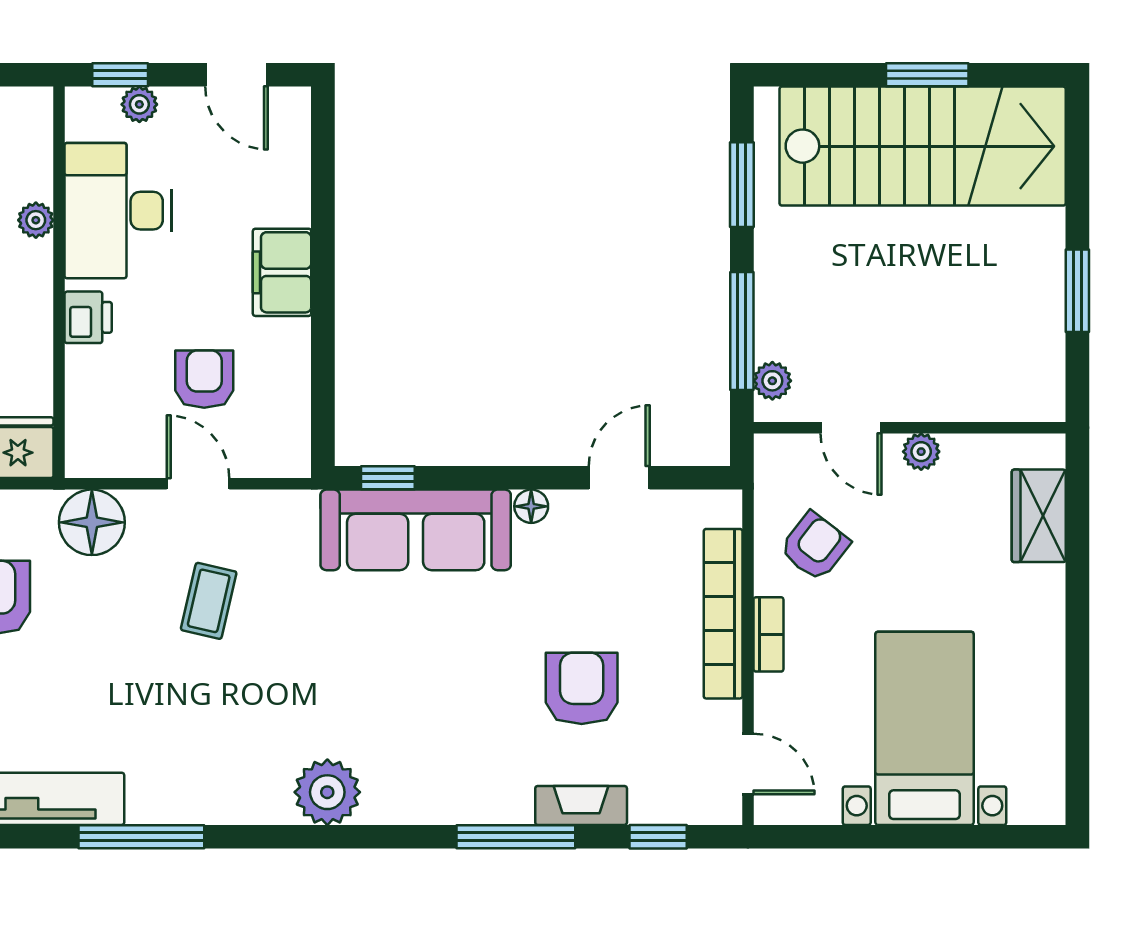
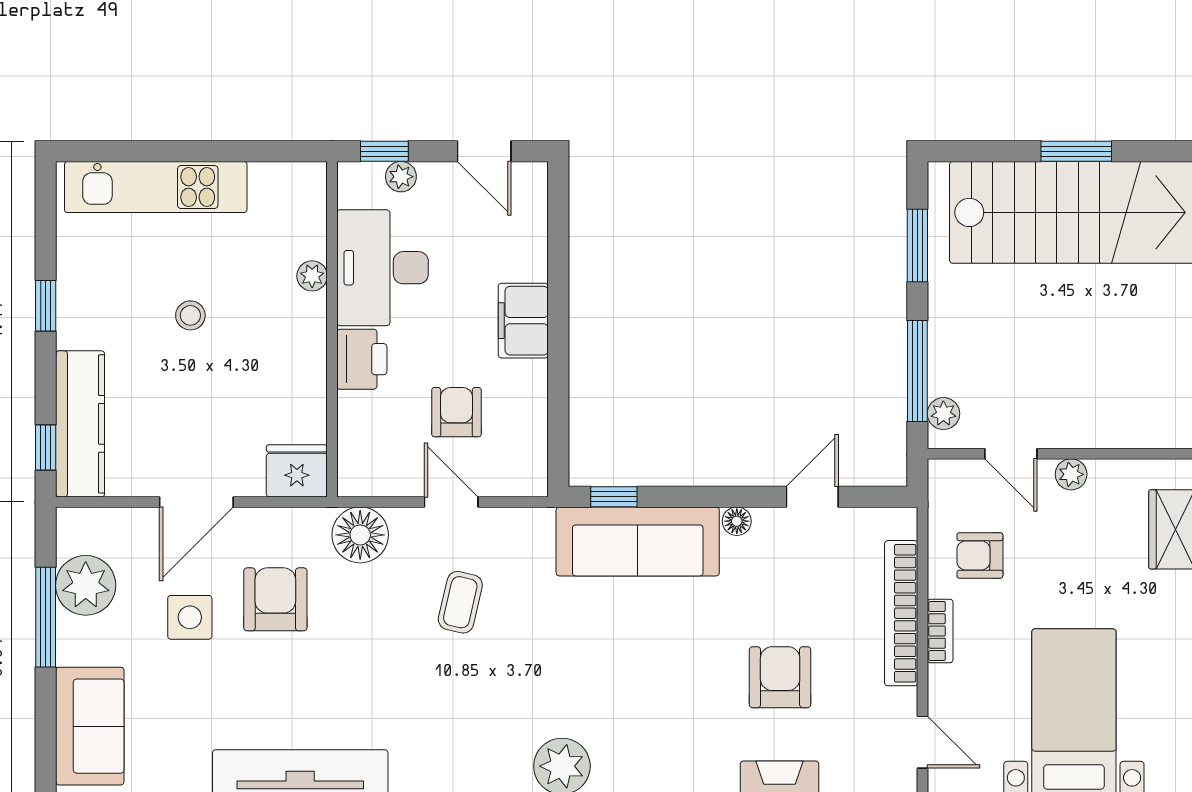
printer: (88, 317) -> (362, 359), width x1.36, depth x1.24
armchair: (815, 546) -> (980, 555), turned -128

